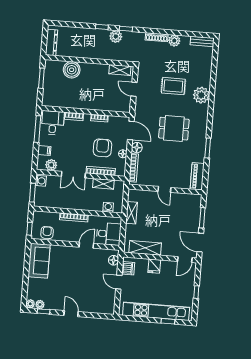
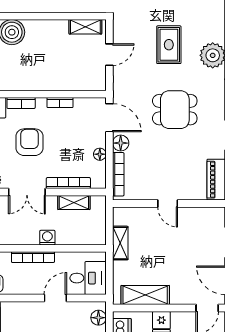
rug: (173, 86) -> (169, 45), turned 90
door: (134, 89) -> (109, 55), swing flipped
armchair: (102, 148) -> (30, 142), moved
washing machine: (108, 207) -> (47, 238), moved

